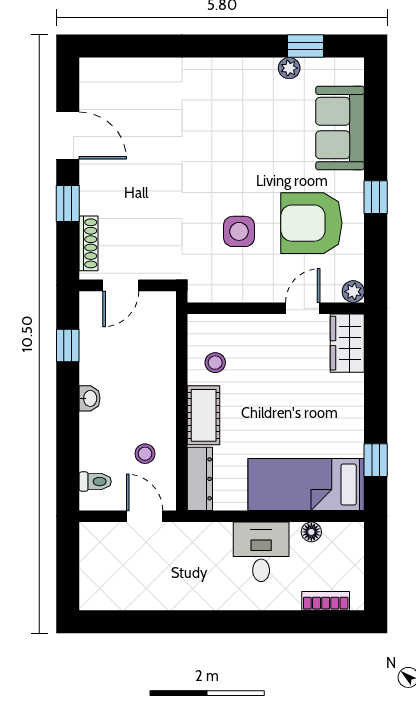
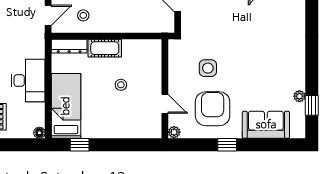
wardrobe: (347, 343) -> (145, 129), removed
stool: (215, 363) -> (121, 85), moved
floor lamp: (311, 532) -> (39, 133), moved
desk: (261, 552) -> (28, 80), width x1.37

